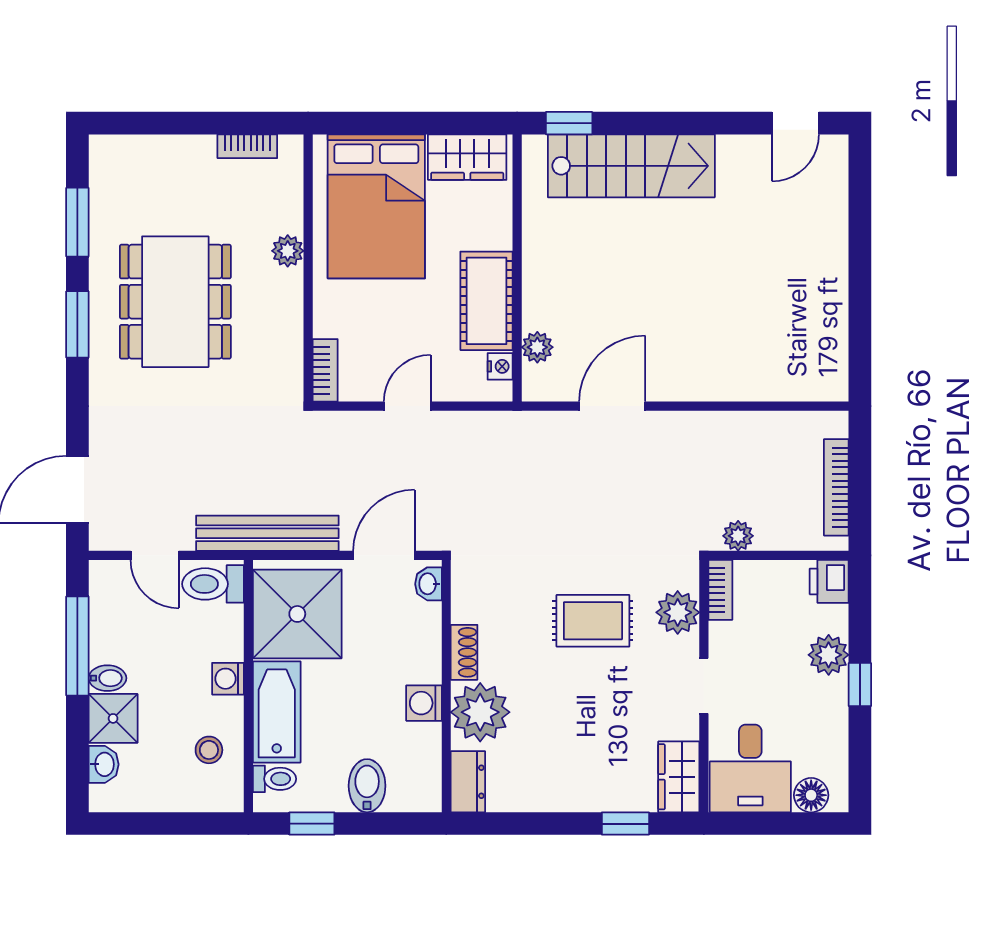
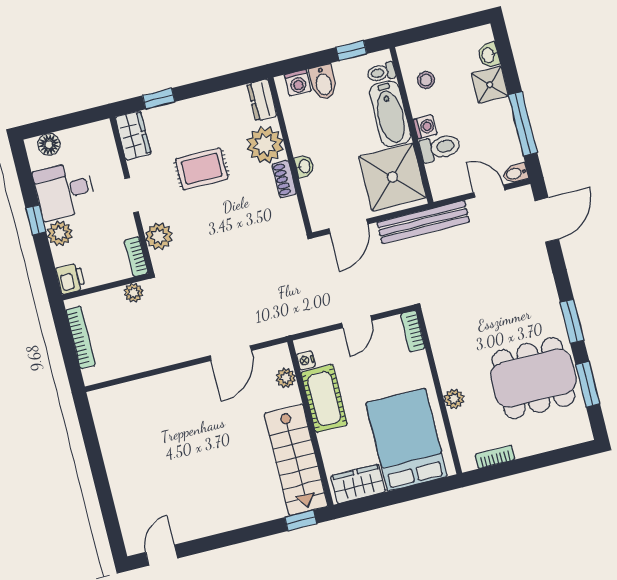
stairs: (631, 166) -> (296, 460), moved, turned -90
dining table: (175, 302) -> (533, 378), moved, turned 90
toilet: (213, 584) -> (440, 148), moved
washbasin: (428, 584) -> (304, 166), moved
rug: (593, 621) -> (202, 169), moved
bidet: (107, 678) -> (516, 173), moved
washing machine: (424, 703) -> (298, 83), moved, turned 90
desk: (750, 768) -> (65, 191), moved, turned -90

